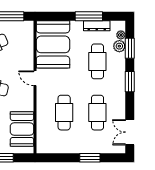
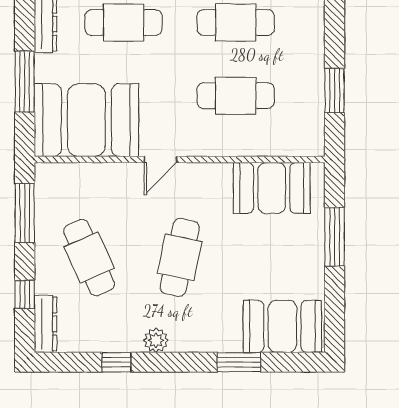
window: (89, 16) -> (25, 82), moved
window: (90, 158) -> (334, 91), moved

